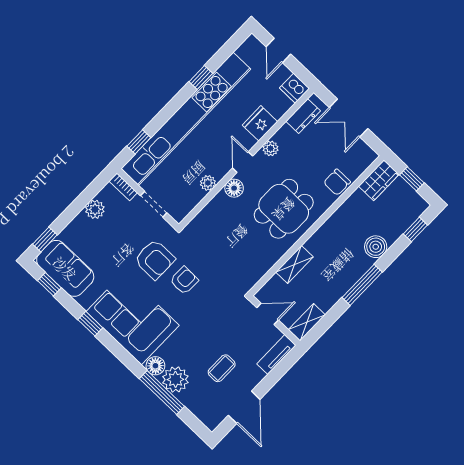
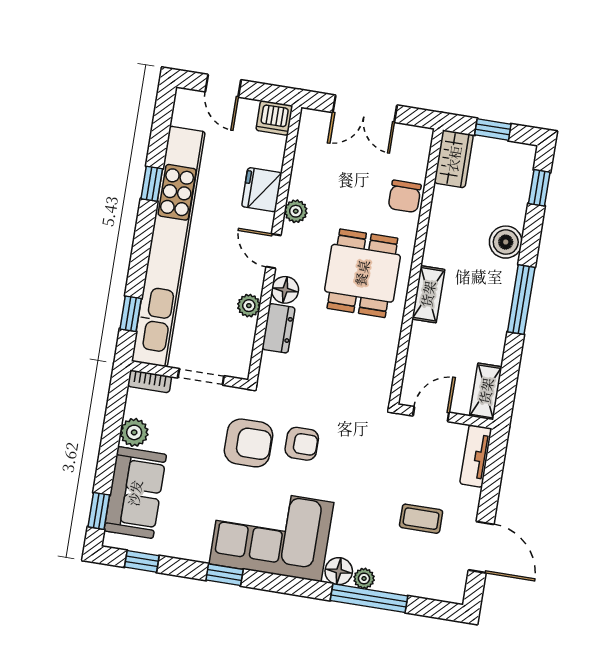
dresser: (303, 116) -> (278, 328), moved
shelving: (295, 264) -> (428, 294), moved
sofa: (65, 268) -> (135, 493), moved, turned 90
armchair: (184, 280) -> (302, 444), turned 89
coffee table: (222, 368) -> (421, 519), turned 90
plant: (175, 379) -> (364, 578), width x0.53, depth x0.53

